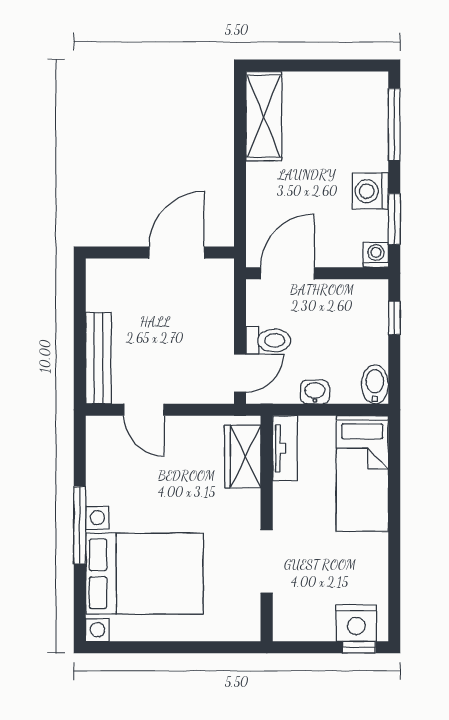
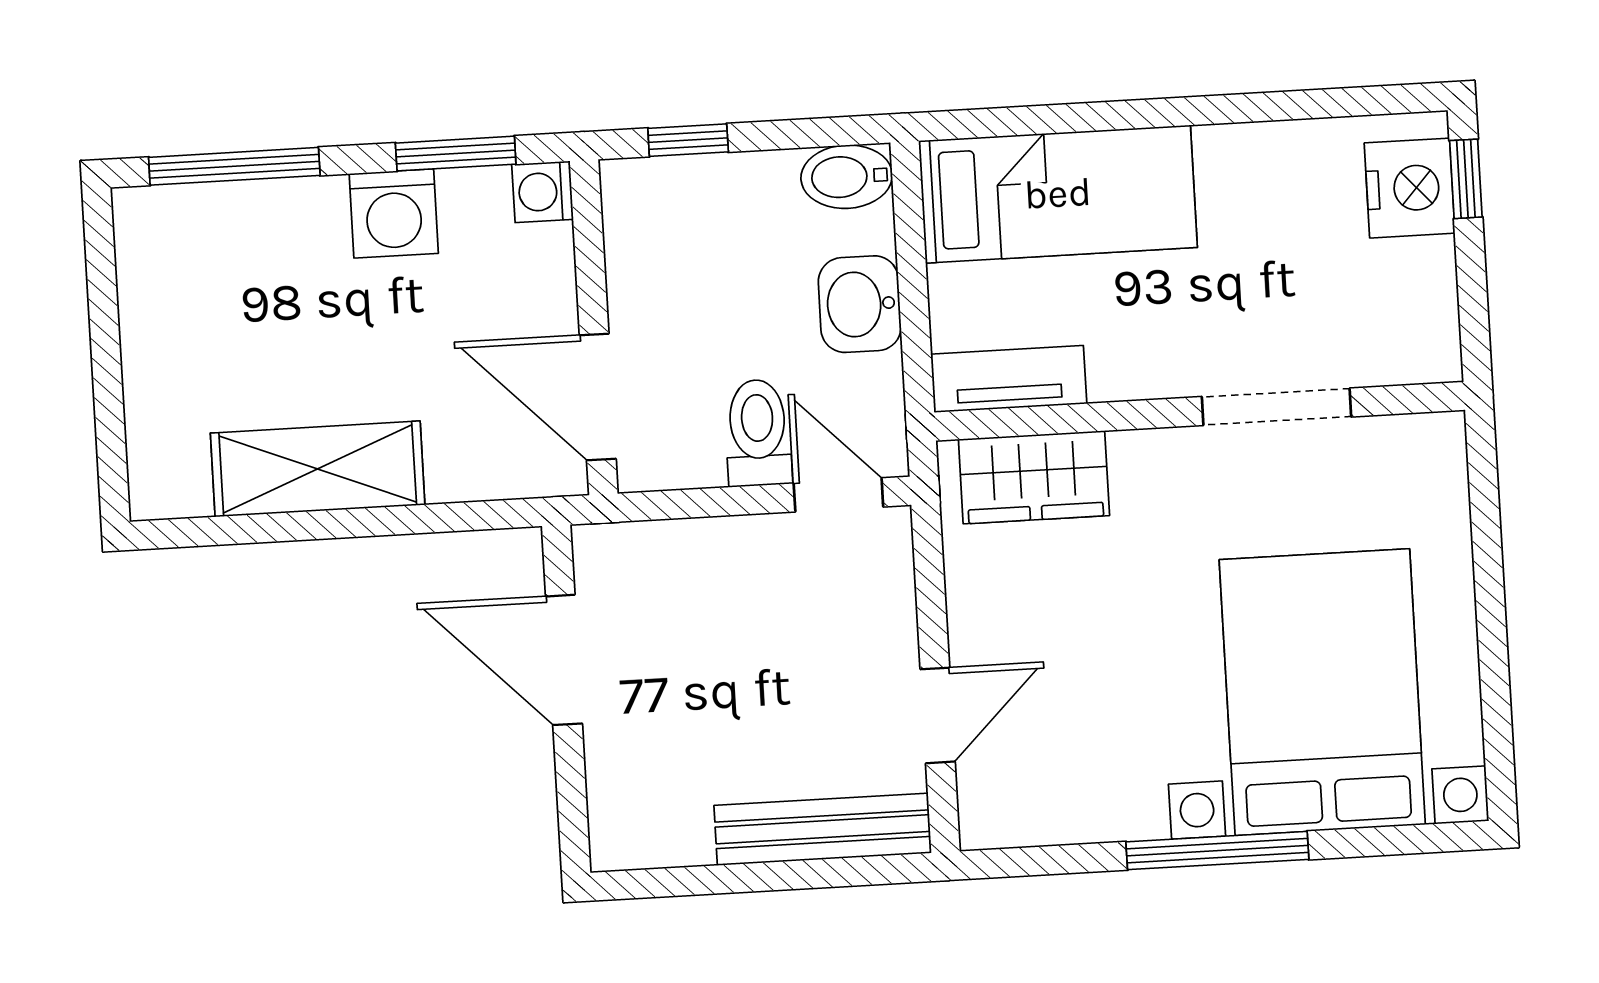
shelving: (264, 116) -> (318, 469), moved
washbasin: (315, 392) -> (860, 304), width x1.38, depth x1.45

